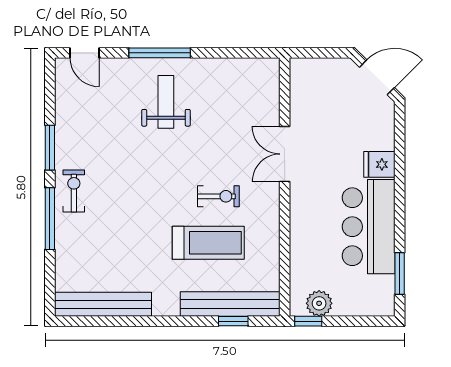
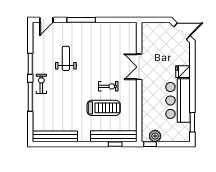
door: (85, 53) -> (46, 20), hinge flipped
weight bench: (166, 102) -> (66, 58), moved

